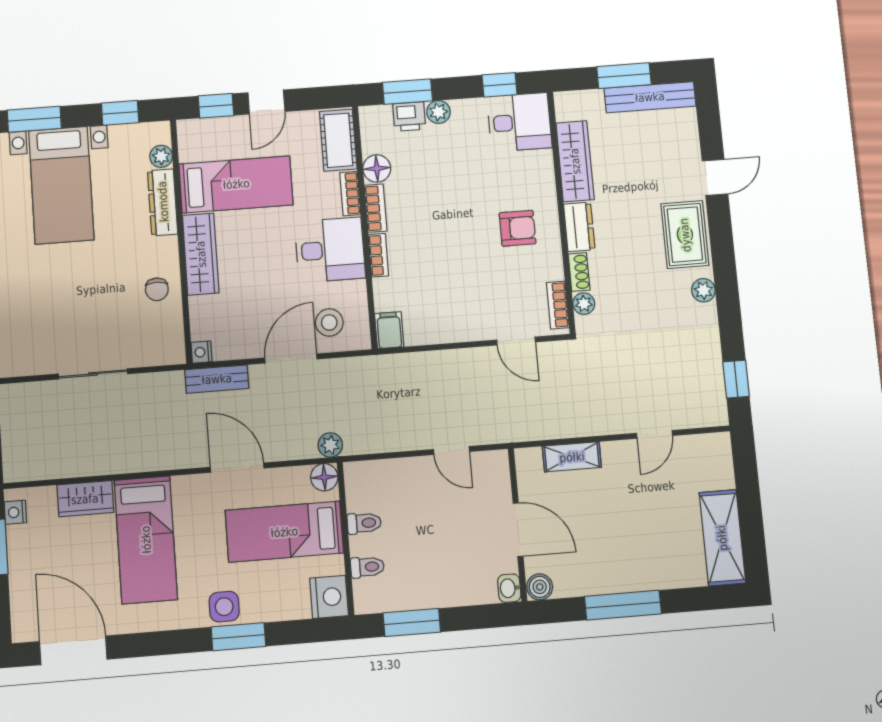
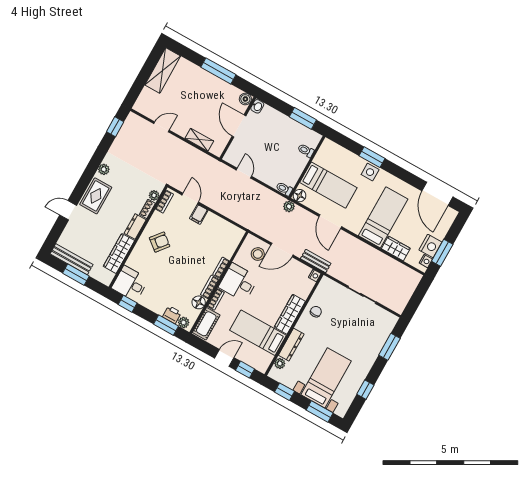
plant: (438, 112) -> (184, 323), moved
armchair: (518, 228) -> (160, 242), turned 129
filing cabinet: (389, 330) -> (199, 214), moved
toilet: (364, 523) -> (284, 189), moved
nightstand: (329, 597) -> (430, 246), moved, turned 180

